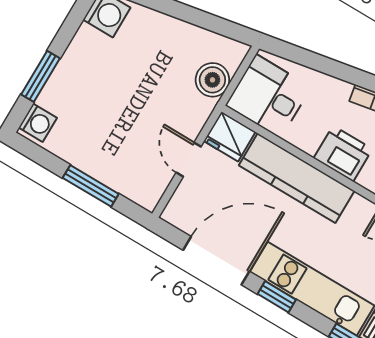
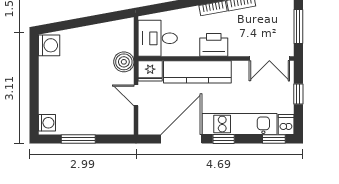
window: (40, 76) -> (34, 98), removed
boiler: (212, 80) -> (124, 62), moved
window: (91, 186) -> (78, 139), moved

